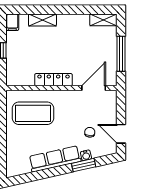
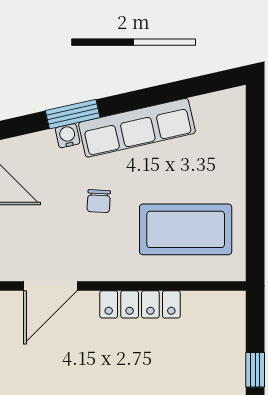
chair: (90, 132) -> (99, 201), moved

